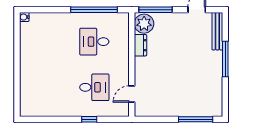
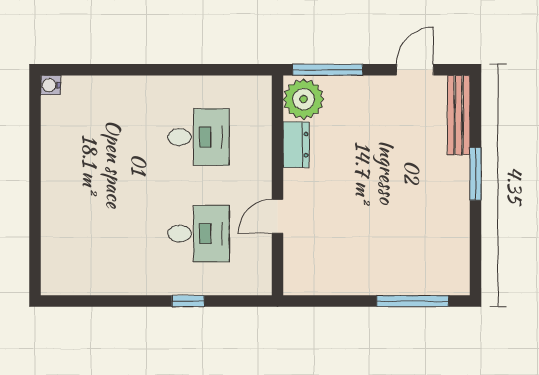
window: (94, 10) -> (198, 70), removed
desk: (94, 42) -> (198, 137), turned 180
window: (225, 59) -> (475, 174), width x0.69
door: (132, 94) -> (278, 216), moved

